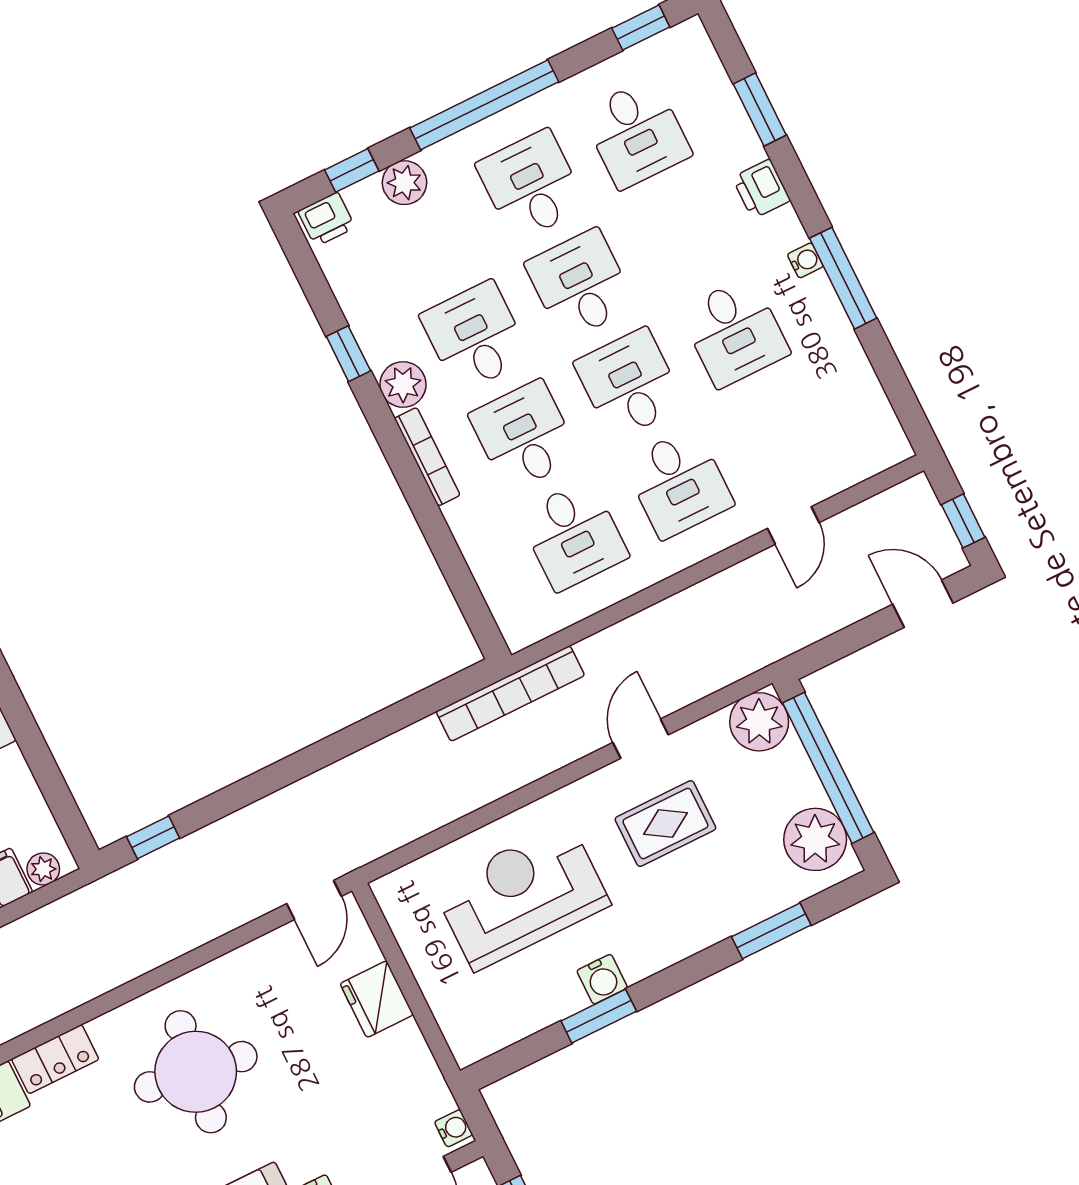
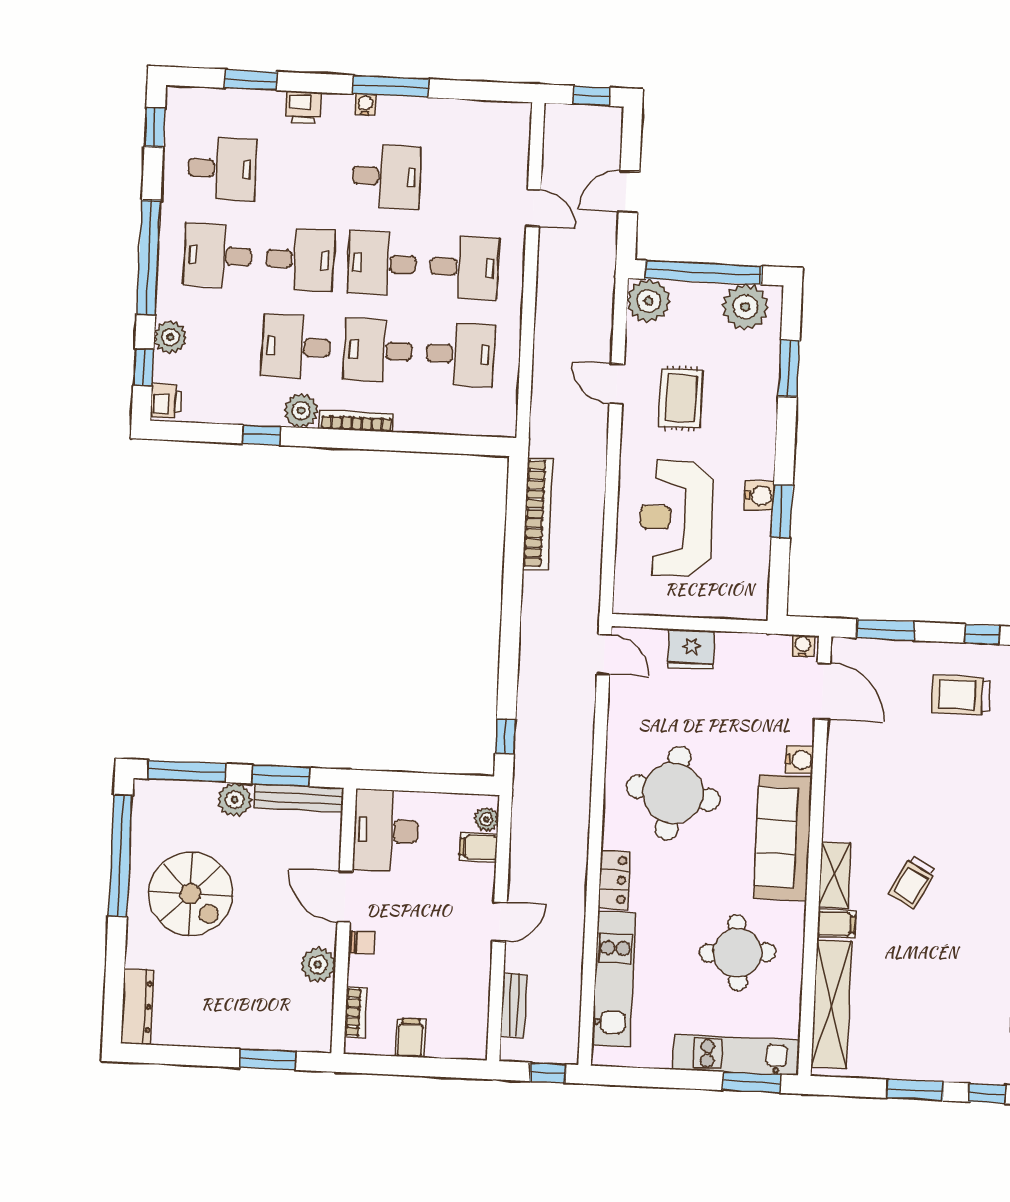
desk: (580, 285) -> (300, 260), turned 180
door: (923, 604) -> (629, 192), moved
bookcase: (510, 693) -> (538, 514), moved

